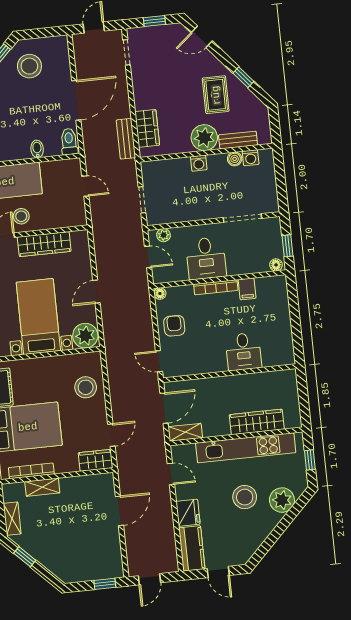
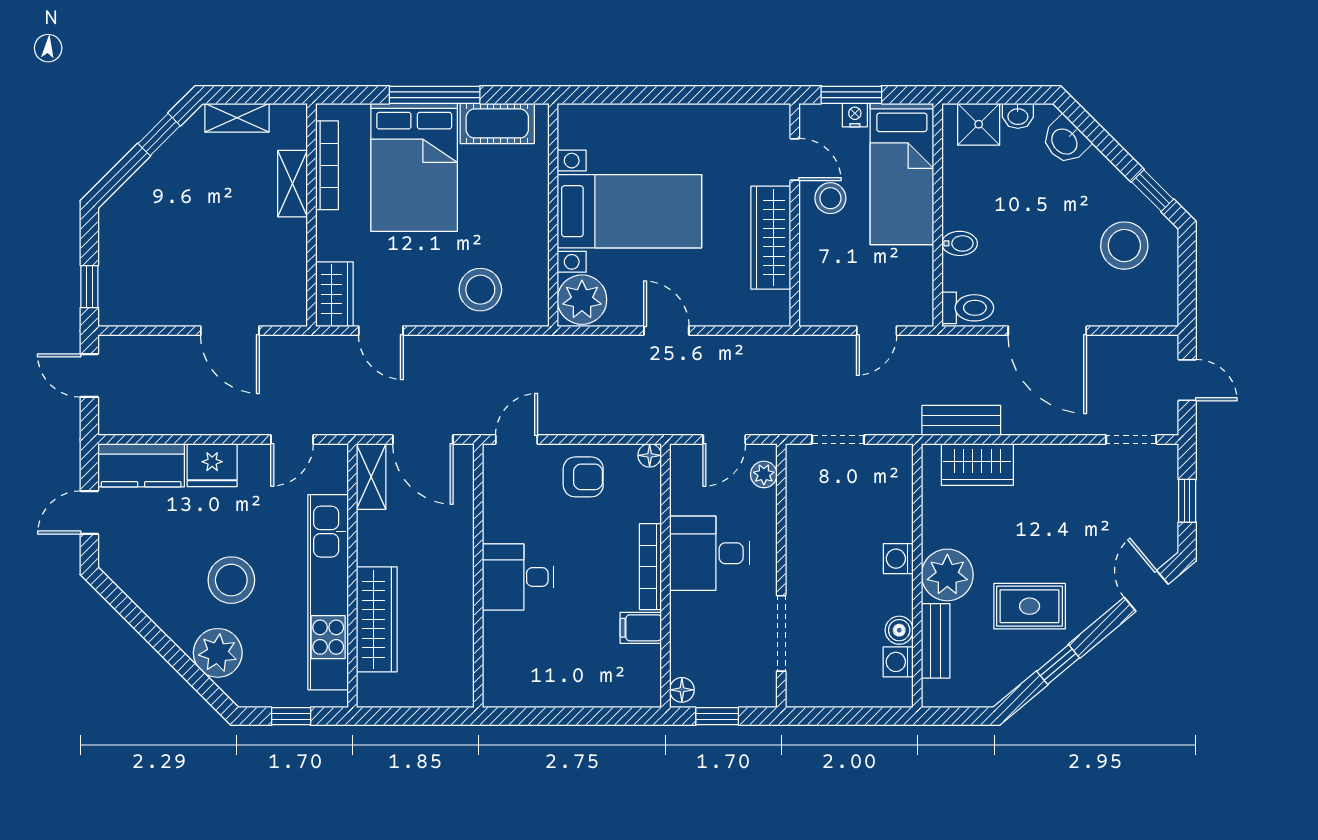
desk: (244, 352) -> (518, 577), moved

